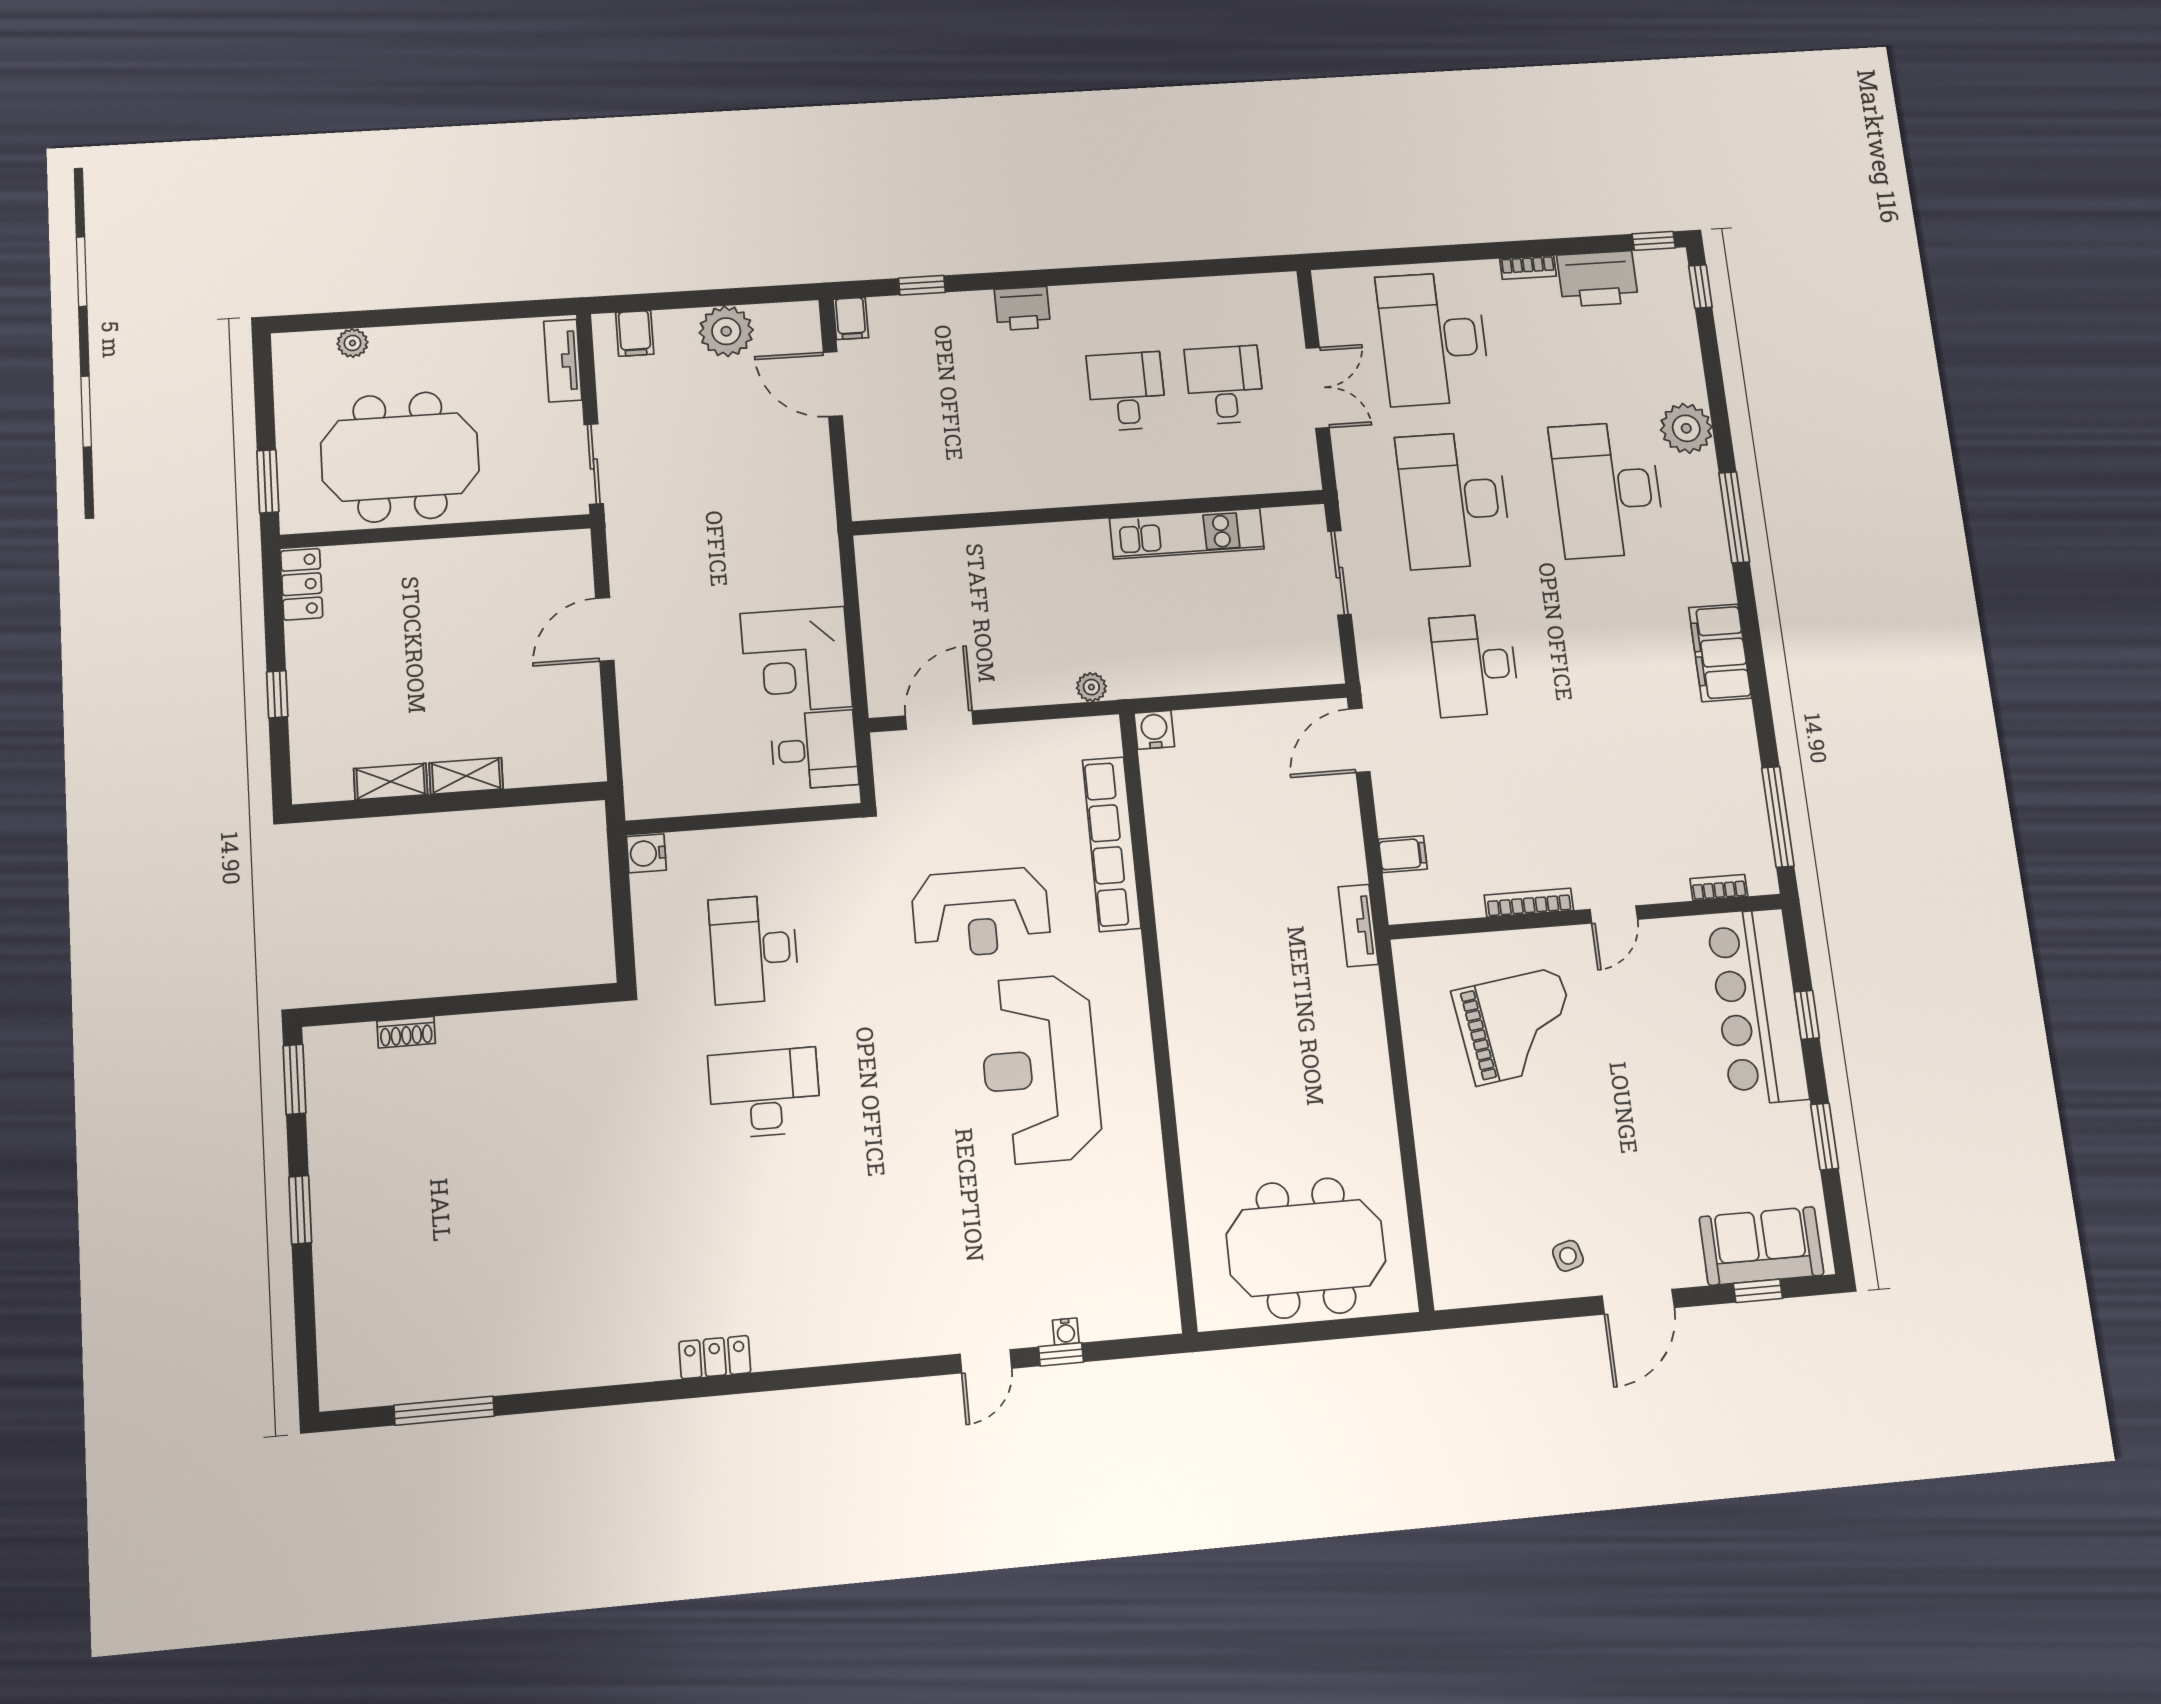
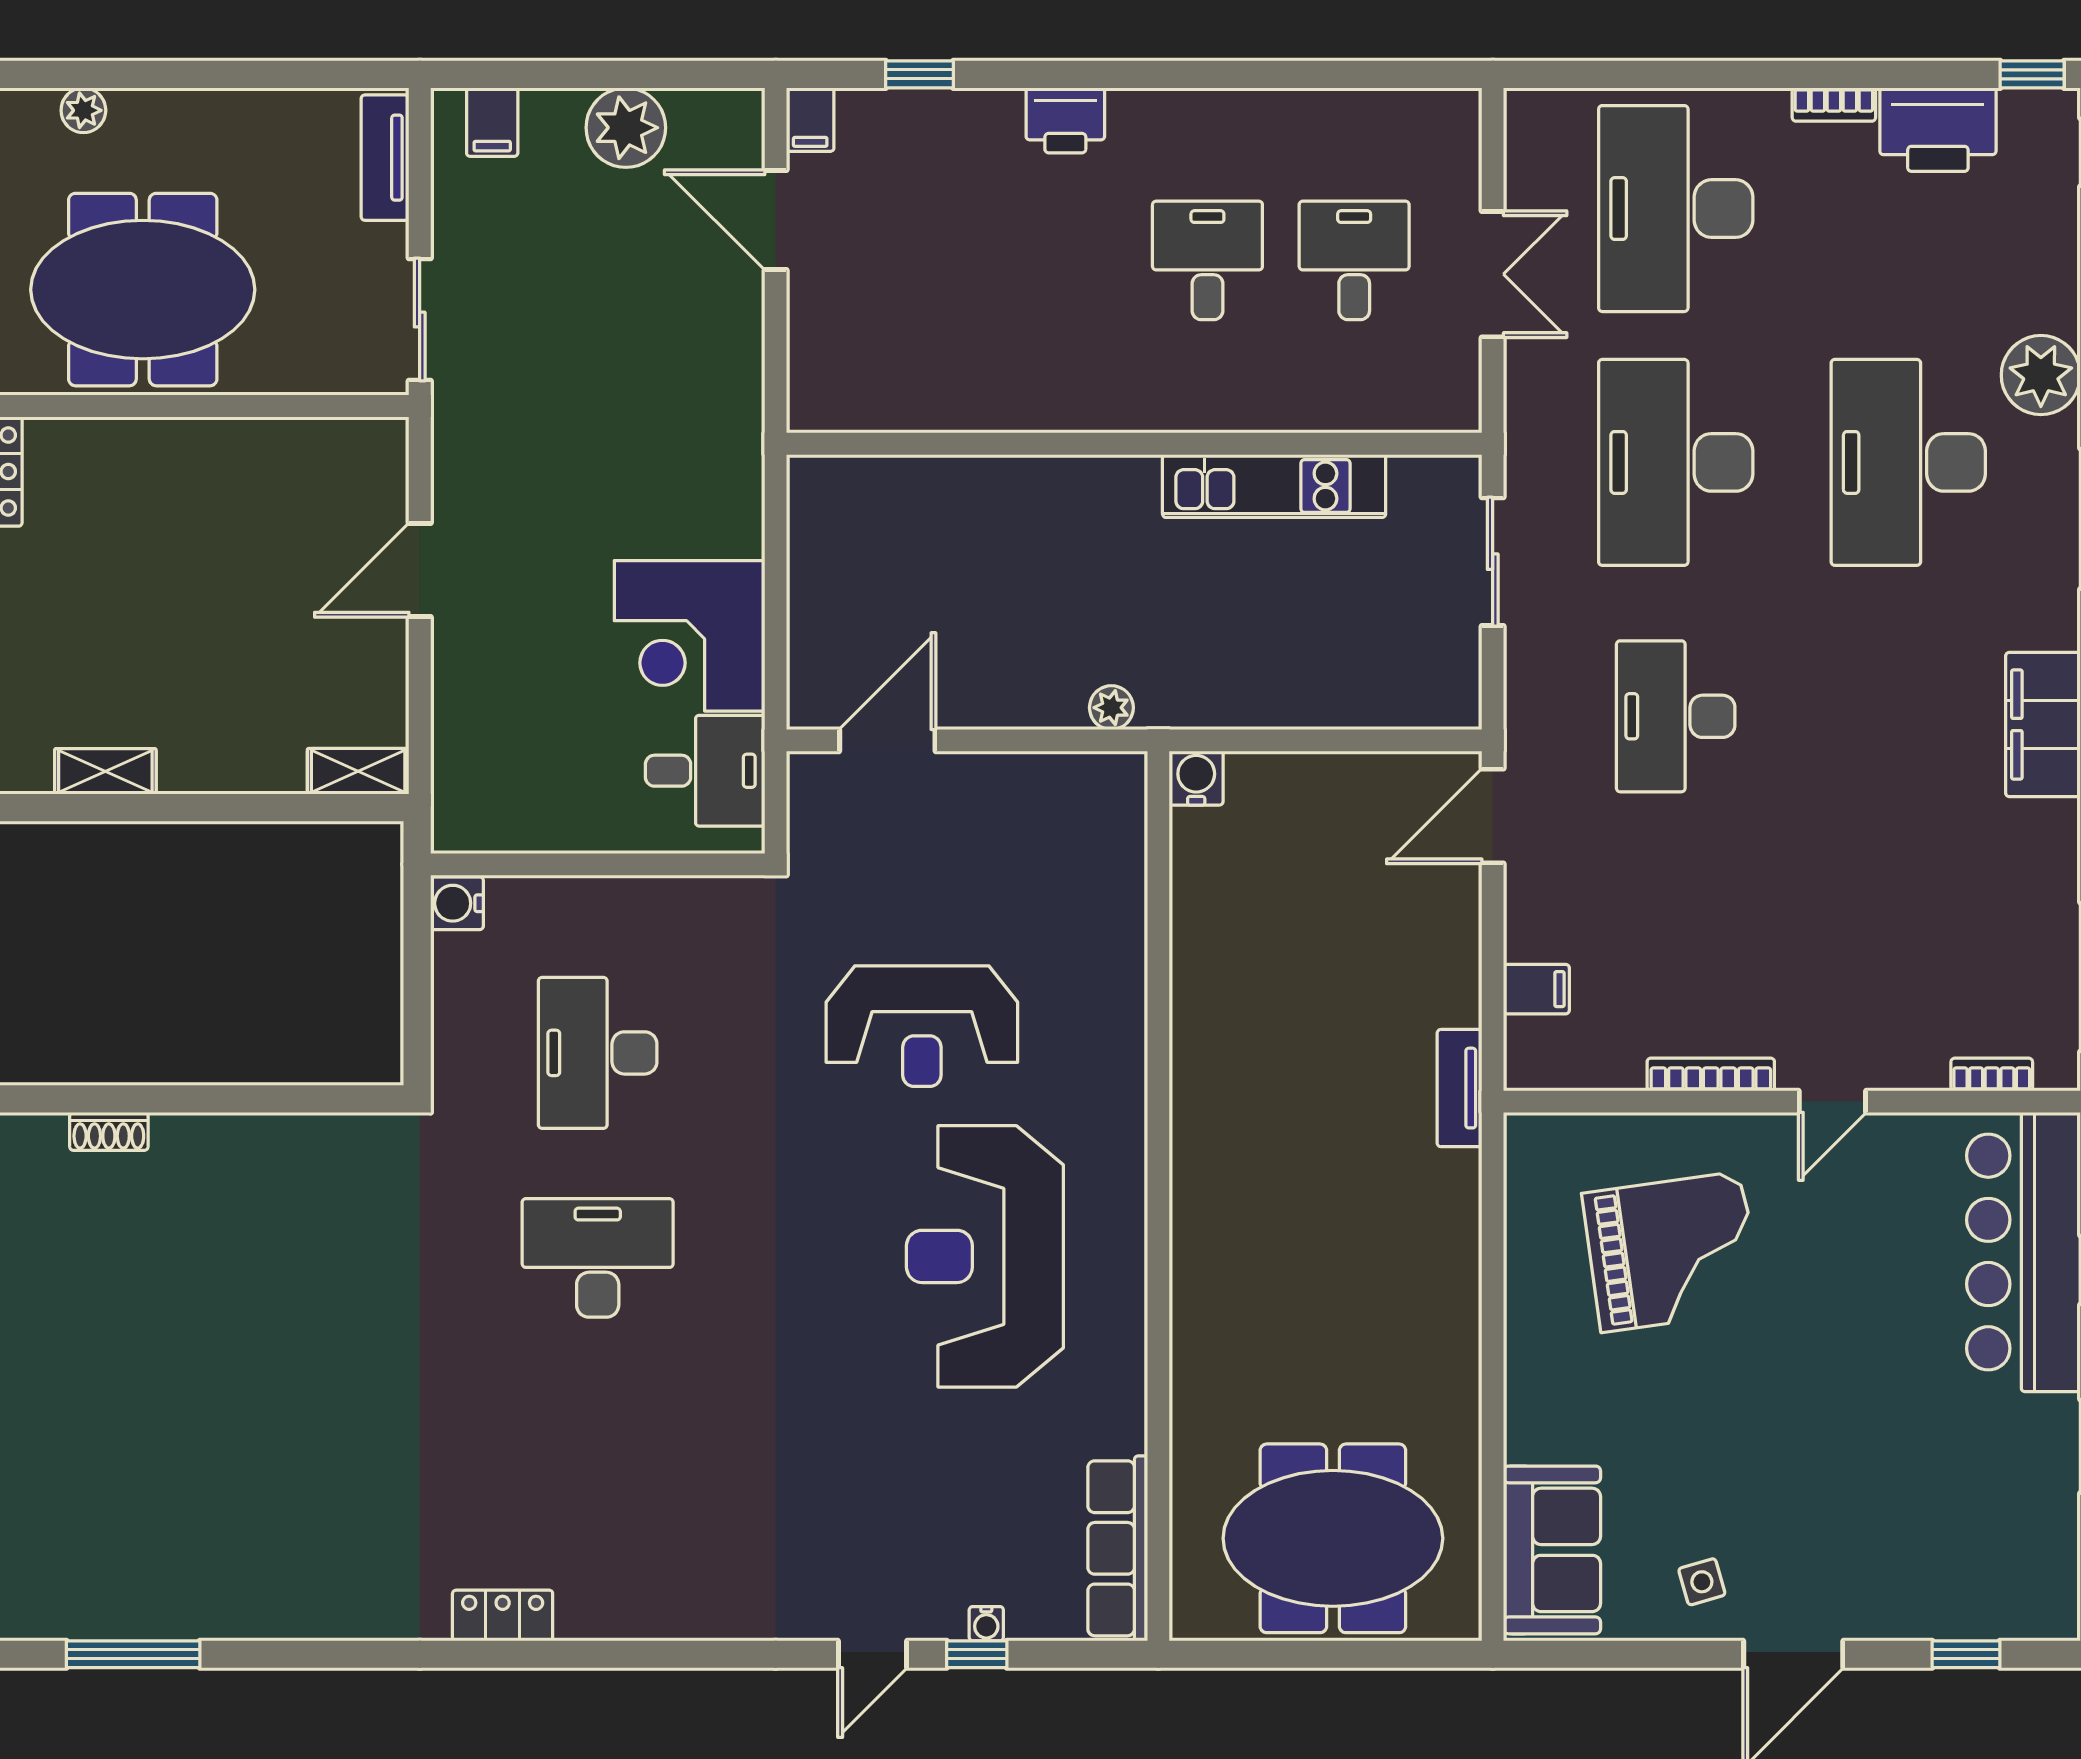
shelving: (466, 776) -> (358, 771), moved
row of seats: (1112, 844) -> (1118, 1548), moved, width x0.73
sofa: (1761, 1246) -> (1552, 1550), moved, turned 90

